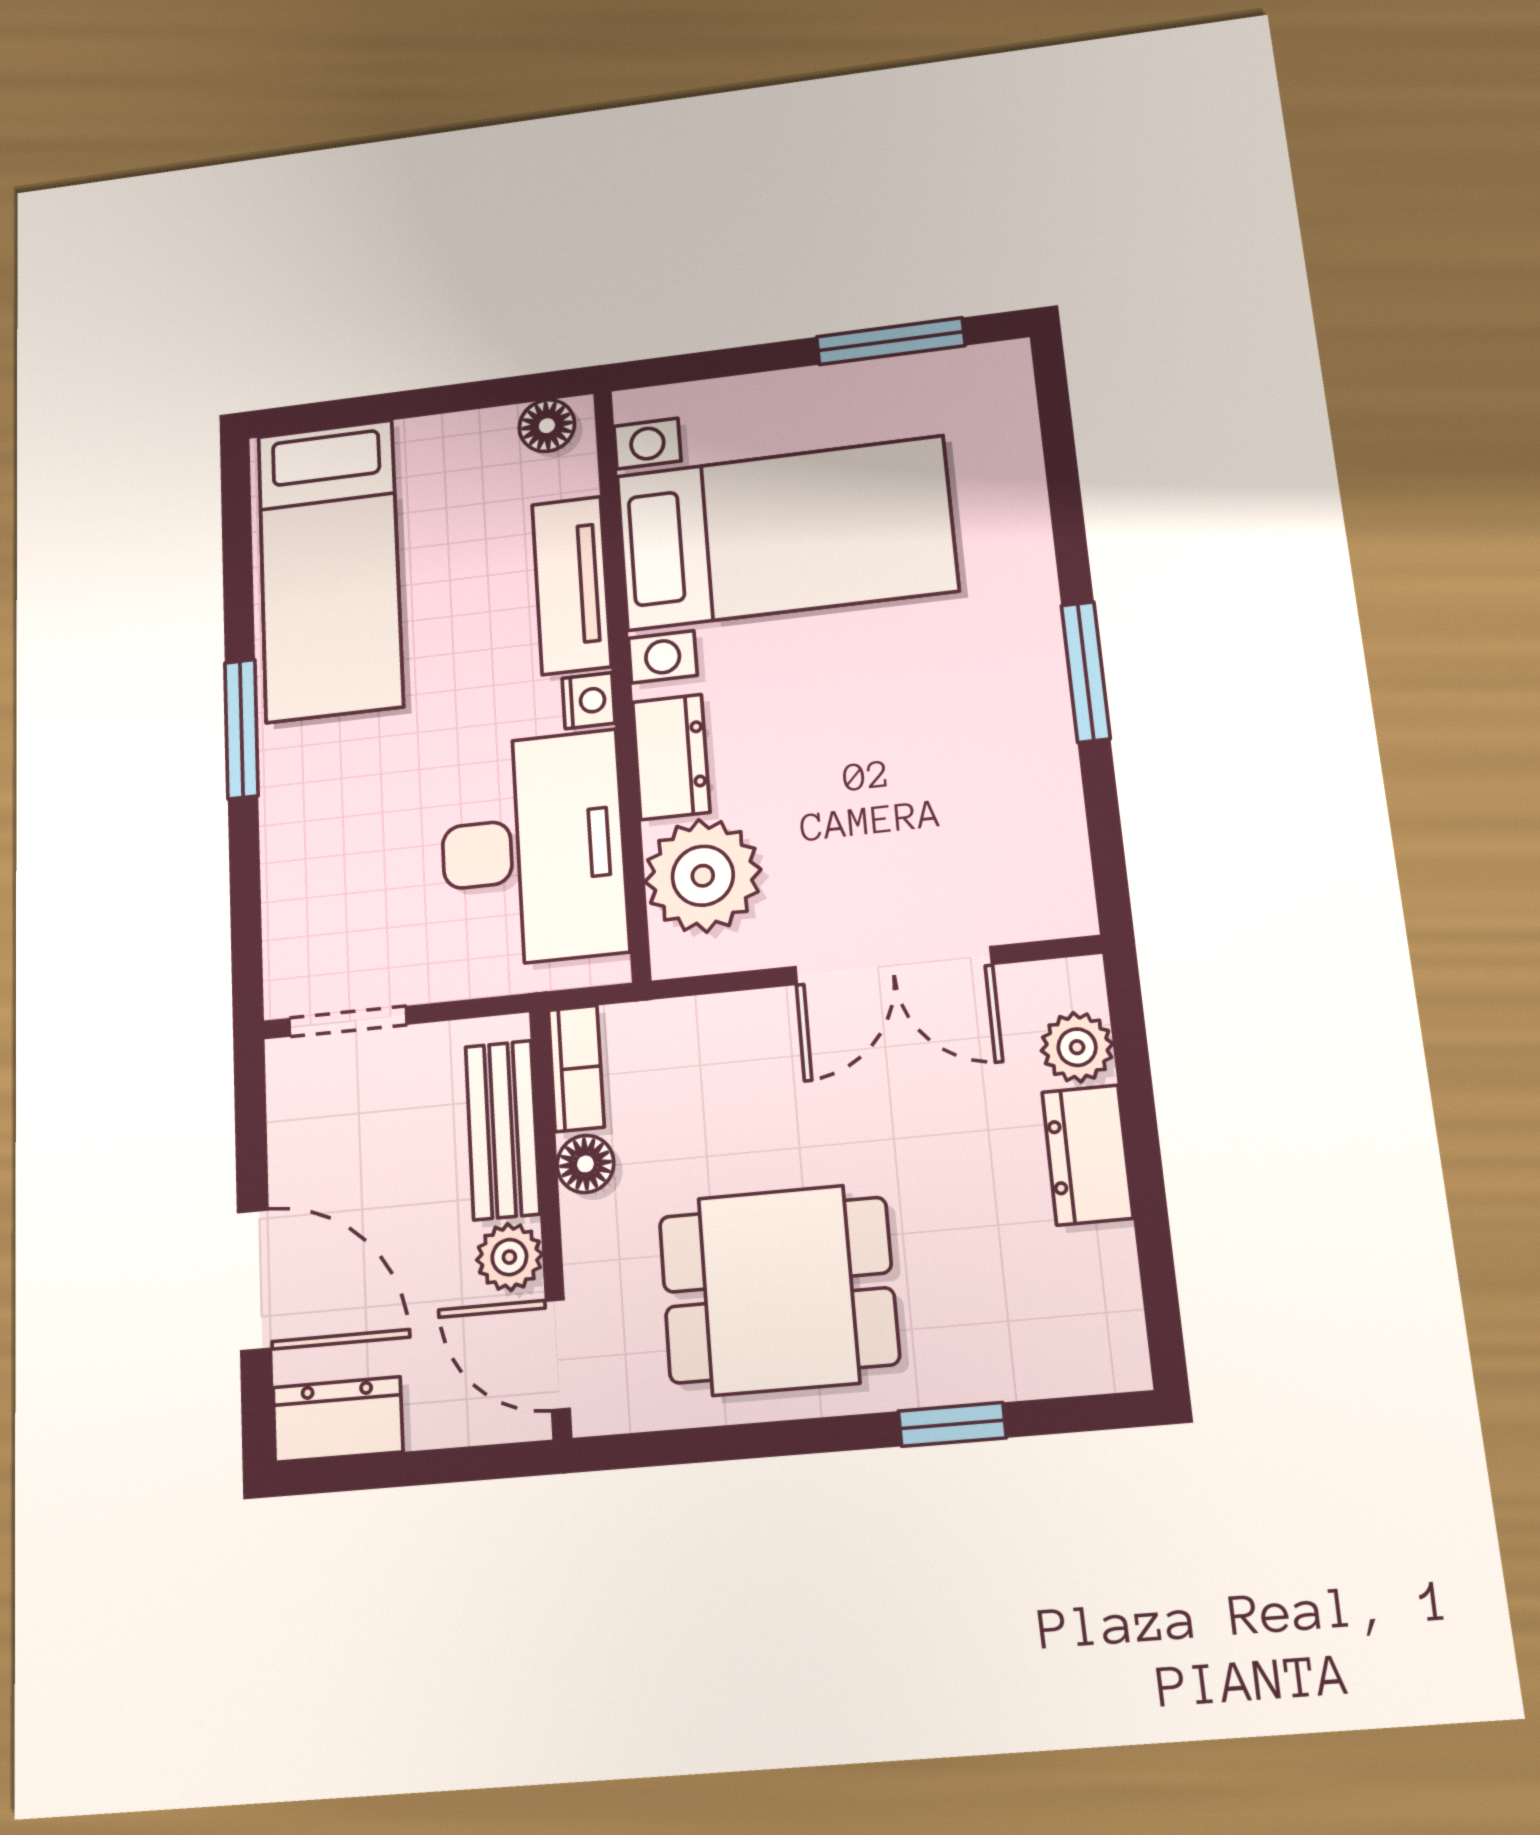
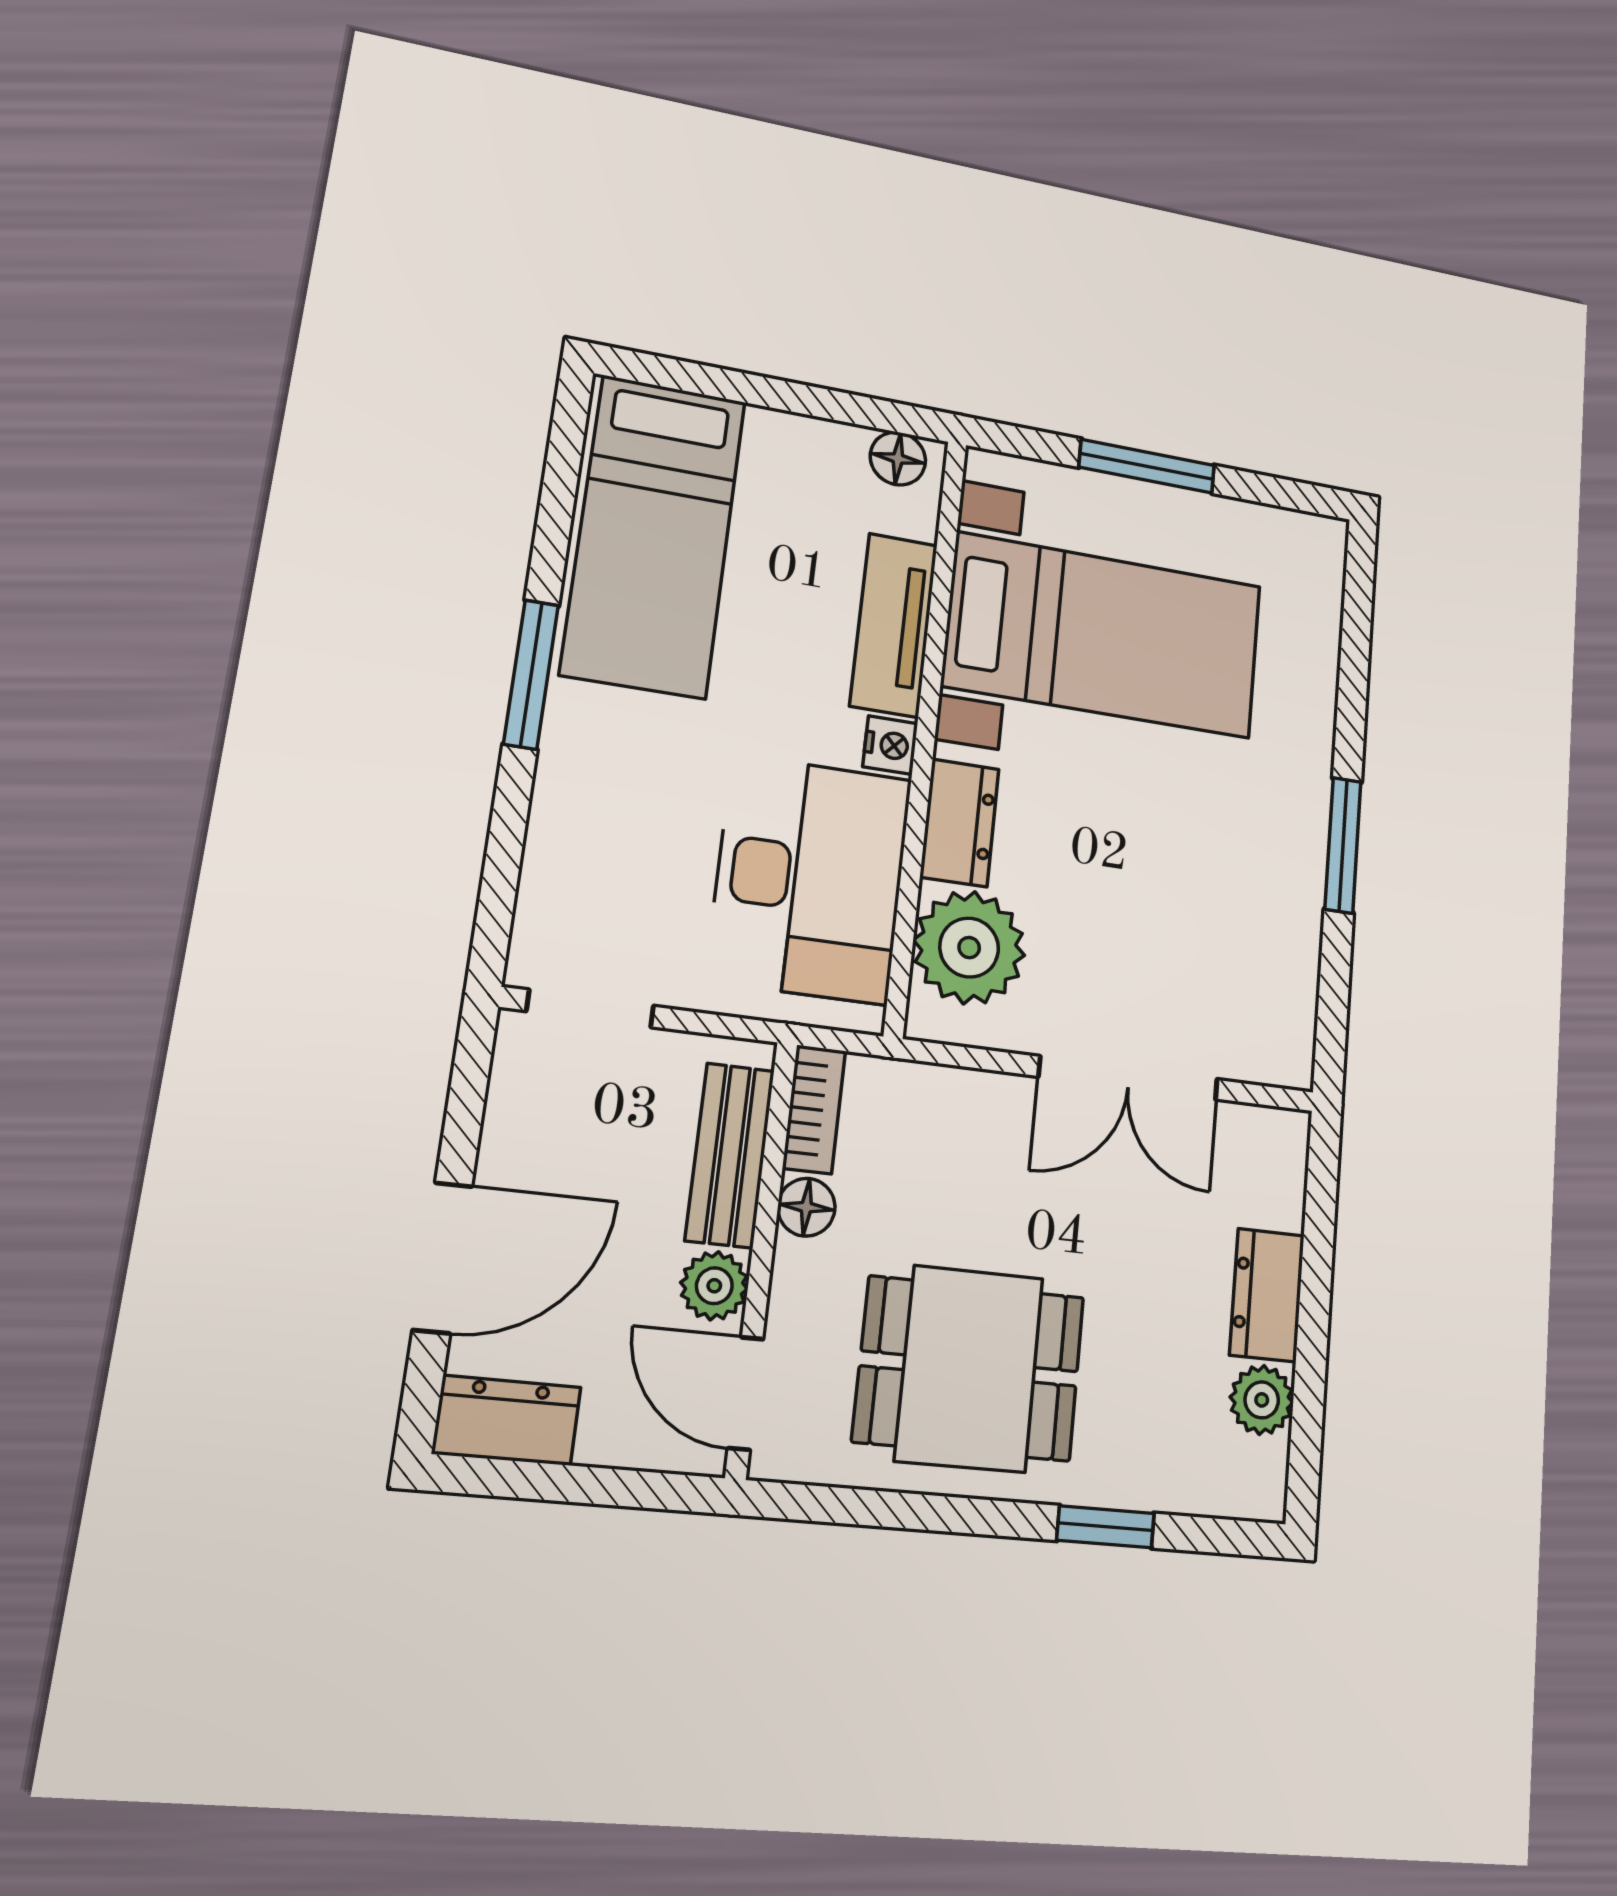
window: (891, 341) -> (1147, 466), moved
plant: (1077, 1047) -> (1262, 1400), moved
door: (254, 1280) -> (443, 1258), hinge flipped

